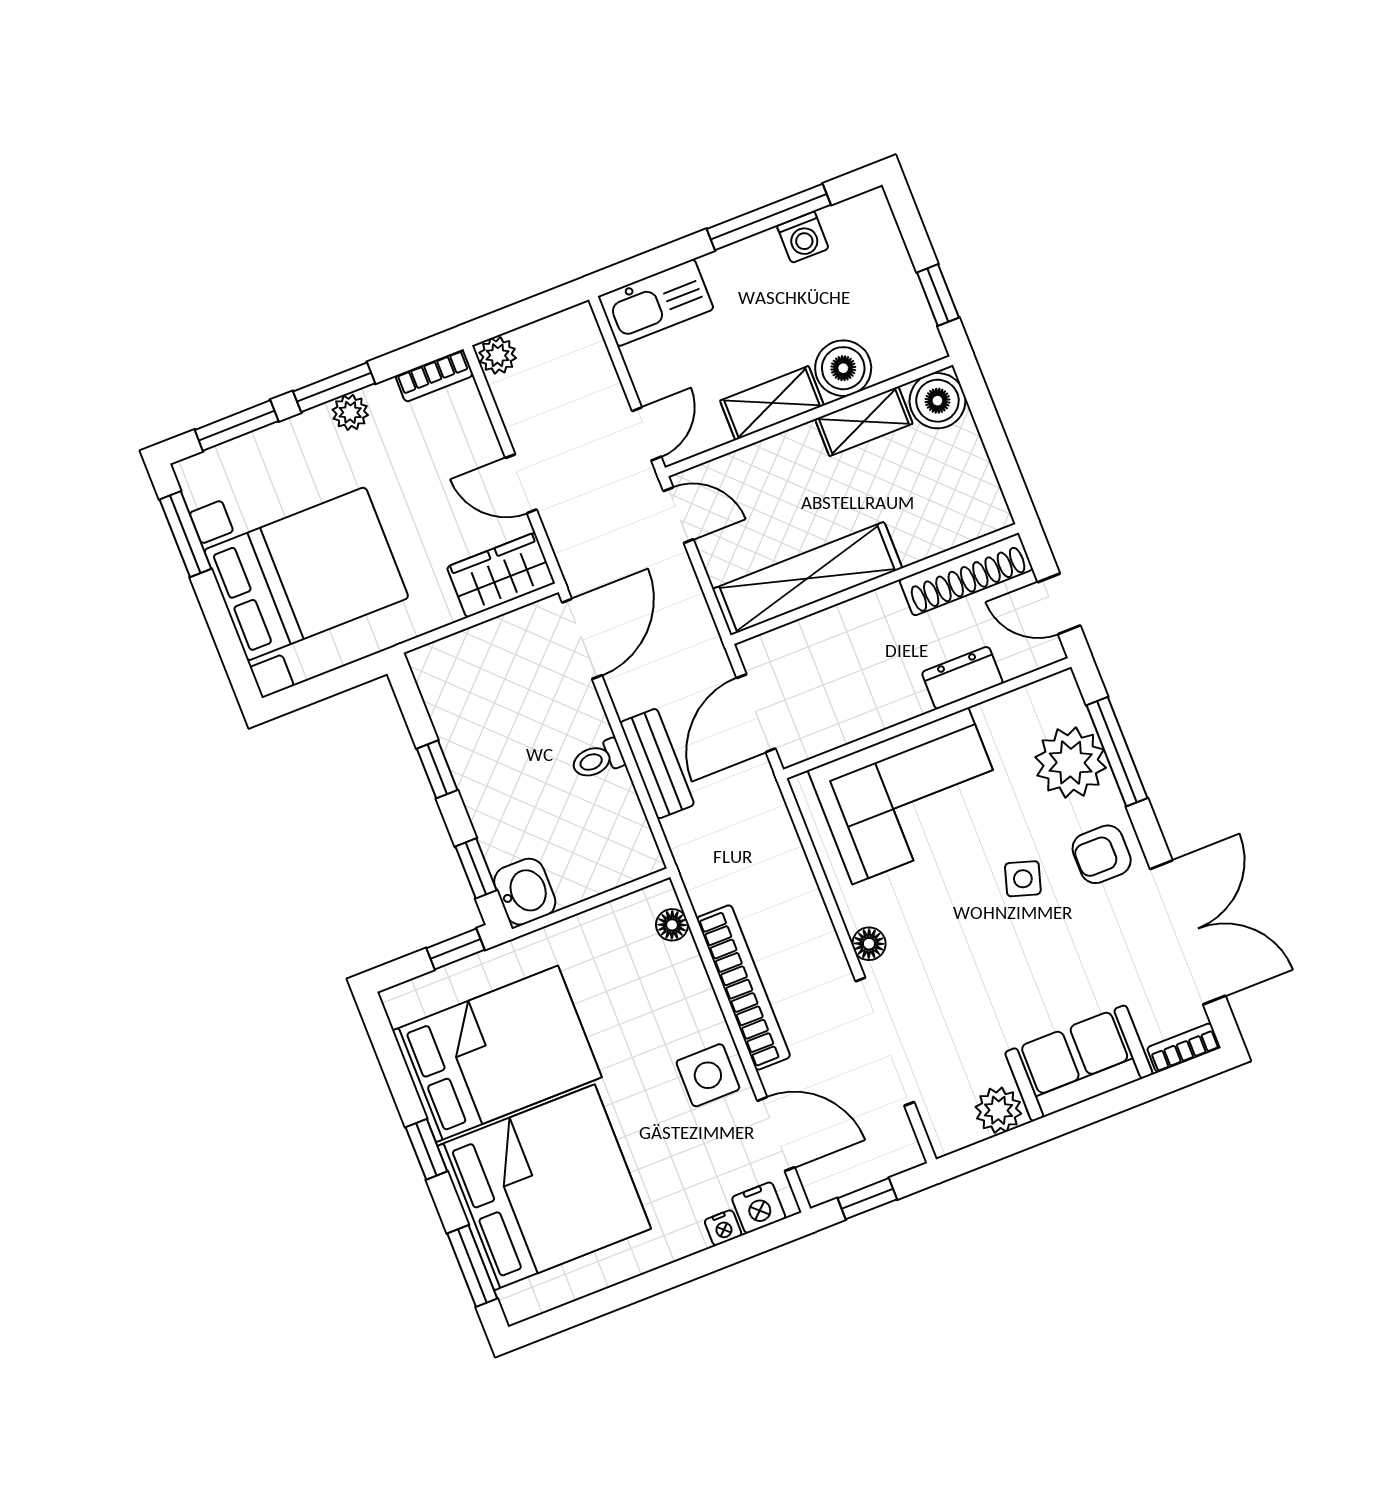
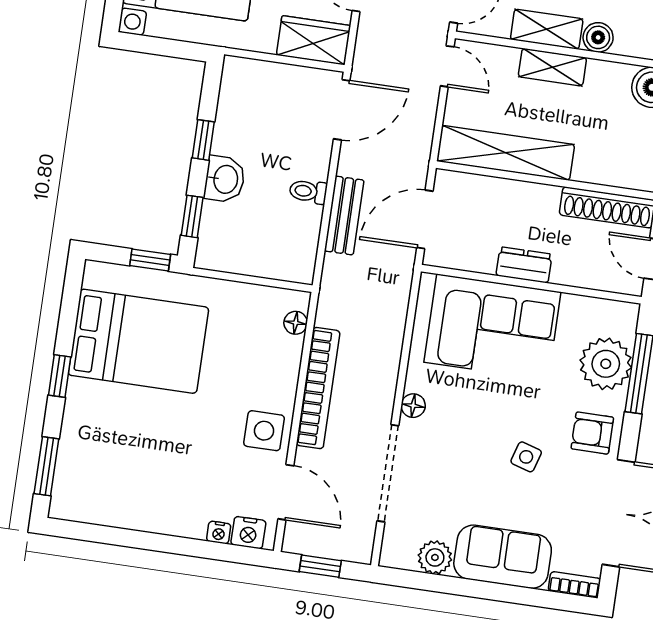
boiler: (843, 368) -> (598, 37), width x0.73, depth x0.73
shelving: (864, 421) -> (552, 67), moved
dresser: (962, 678) -> (524, 265), moved
side table: (1023, 879) -> (526, 457), moved
washbasin: (525, 892) -> (225, 179), moved
bed: (544, 1187) -> (120, 443), removed

